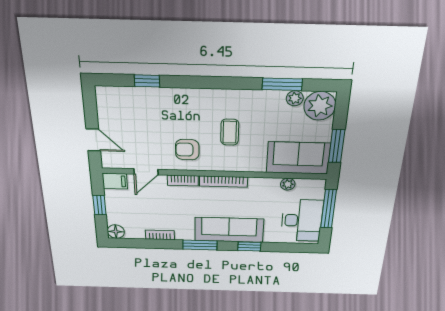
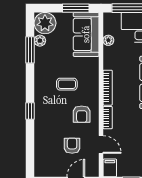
window: (147, 81) -> (30, 111), moved
armchair: (143, 136) -> (72, 146), added

